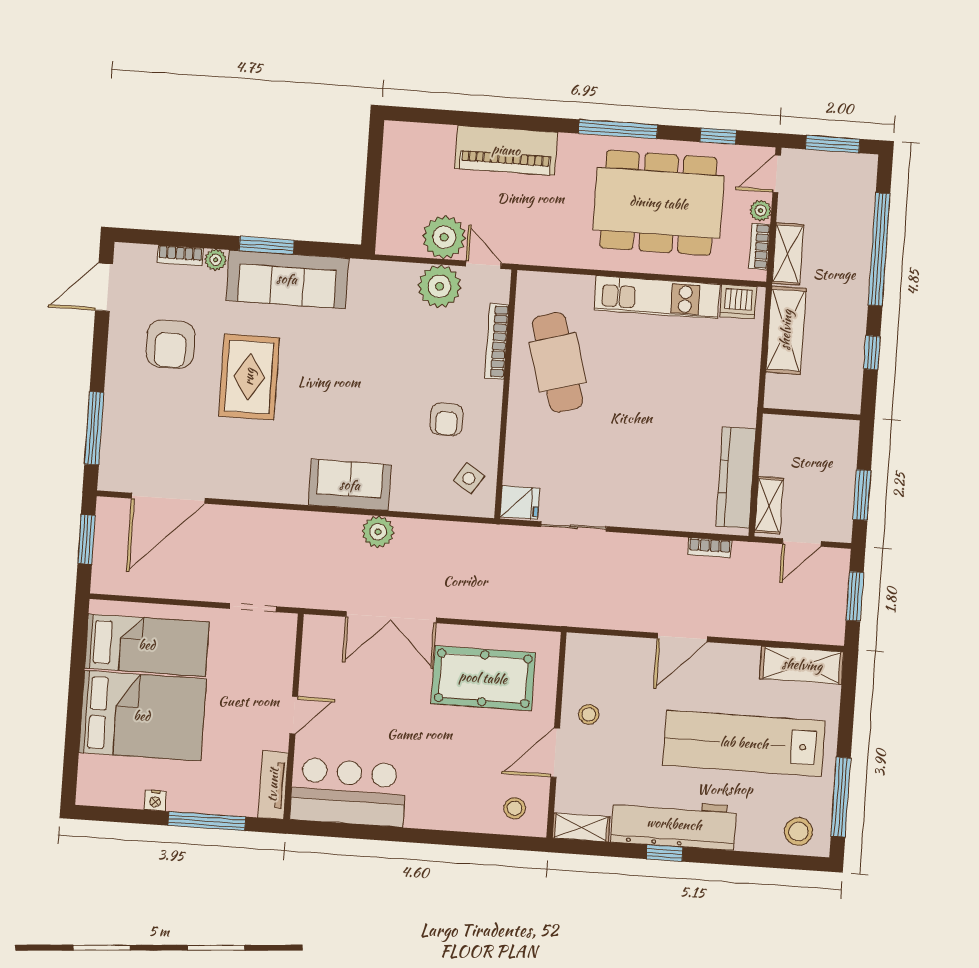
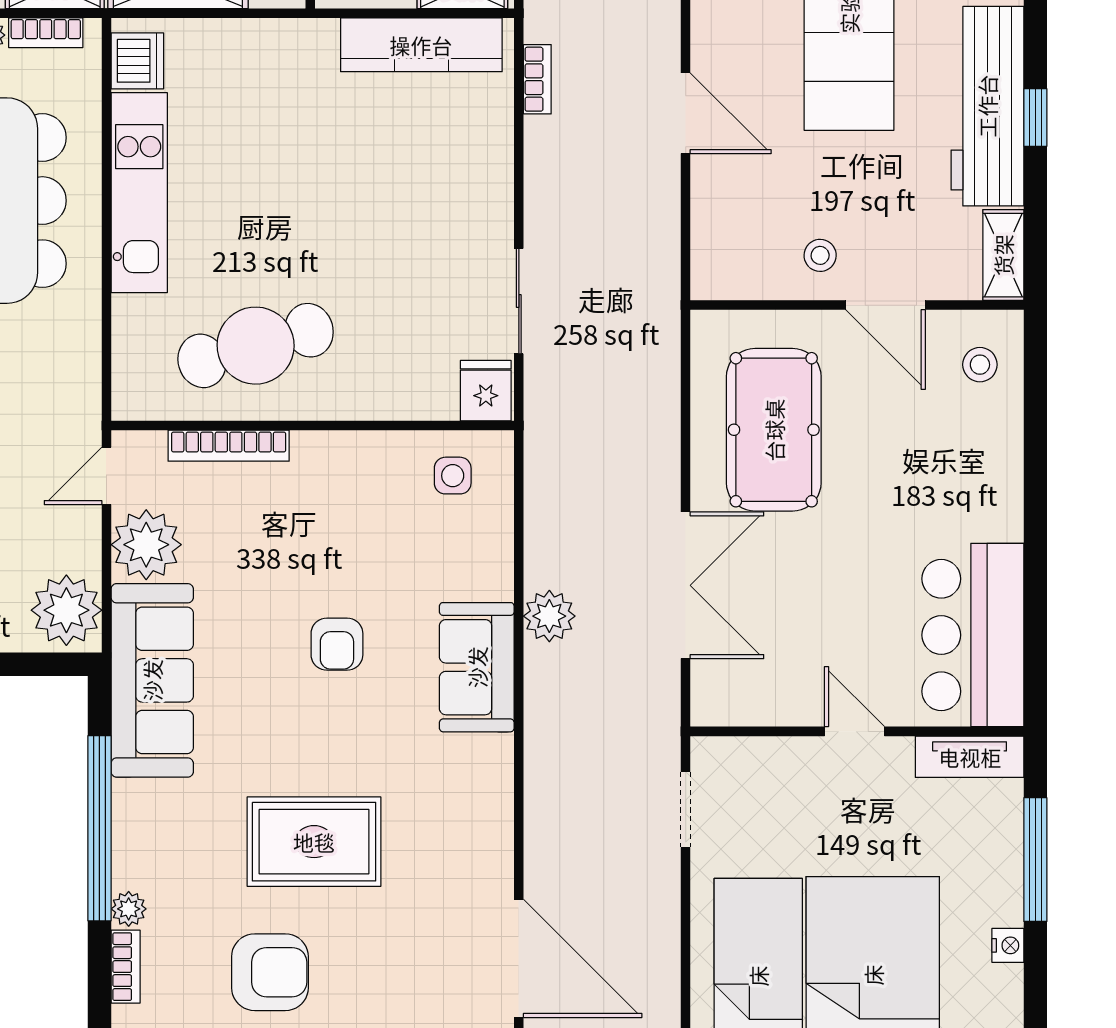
plant: (444, 237) -> (66, 610), moved
window: (267, 245) -> (99, 828), width x2.11
sofa: (287, 279) -> (152, 680), moved
armchair: (447, 419) -> (337, 644), moved, turned 90
side table: (469, 478) -> (453, 476), turned -34

